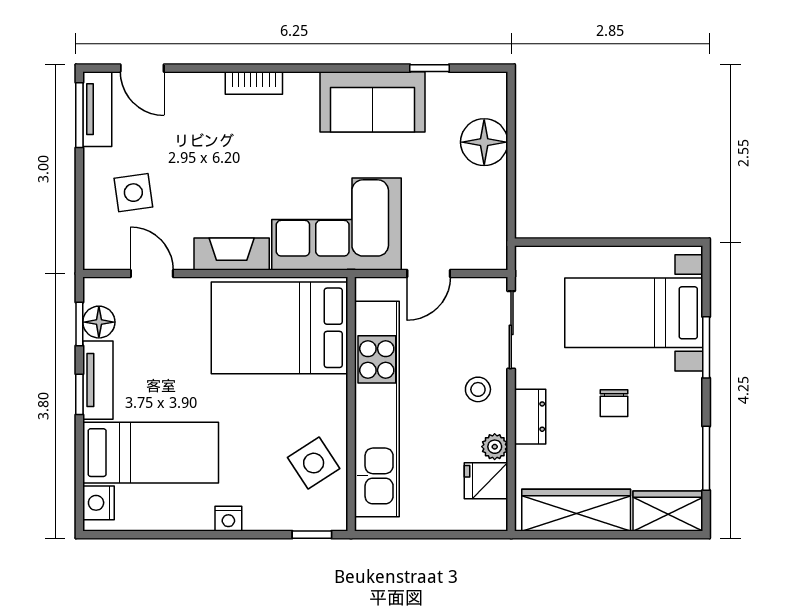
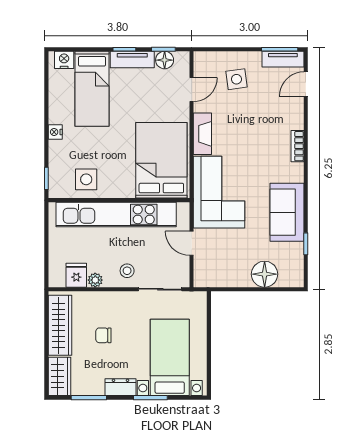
chair: (614, 403) -> (103, 335), moved
dresser: (530, 417) -> (120, 387), moved, turned 180
side table: (314, 463) -> (86, 179), turned 33

